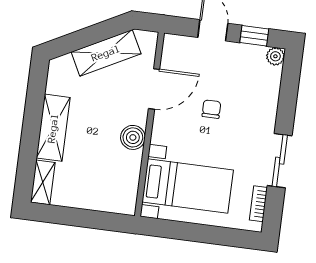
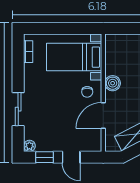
chair: (211, 109) -> (87, 92), moved
sliding door: (280, 161) -> (18, 109), moved

